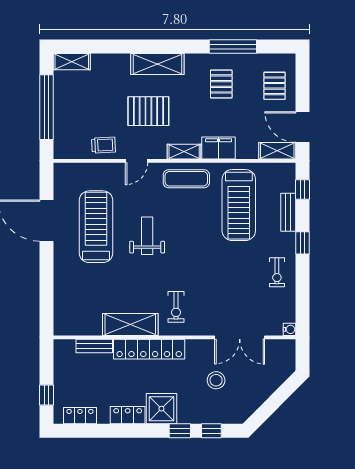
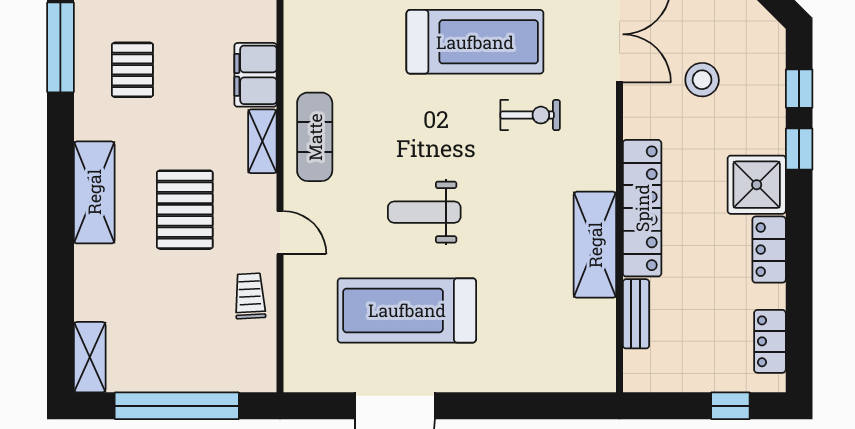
pallet: (221, 84) -> (132, 70), turned 90
treadmill: (239, 205) -> (475, 42), moved
exercise bike: (176, 307) -> (530, 115), moved

